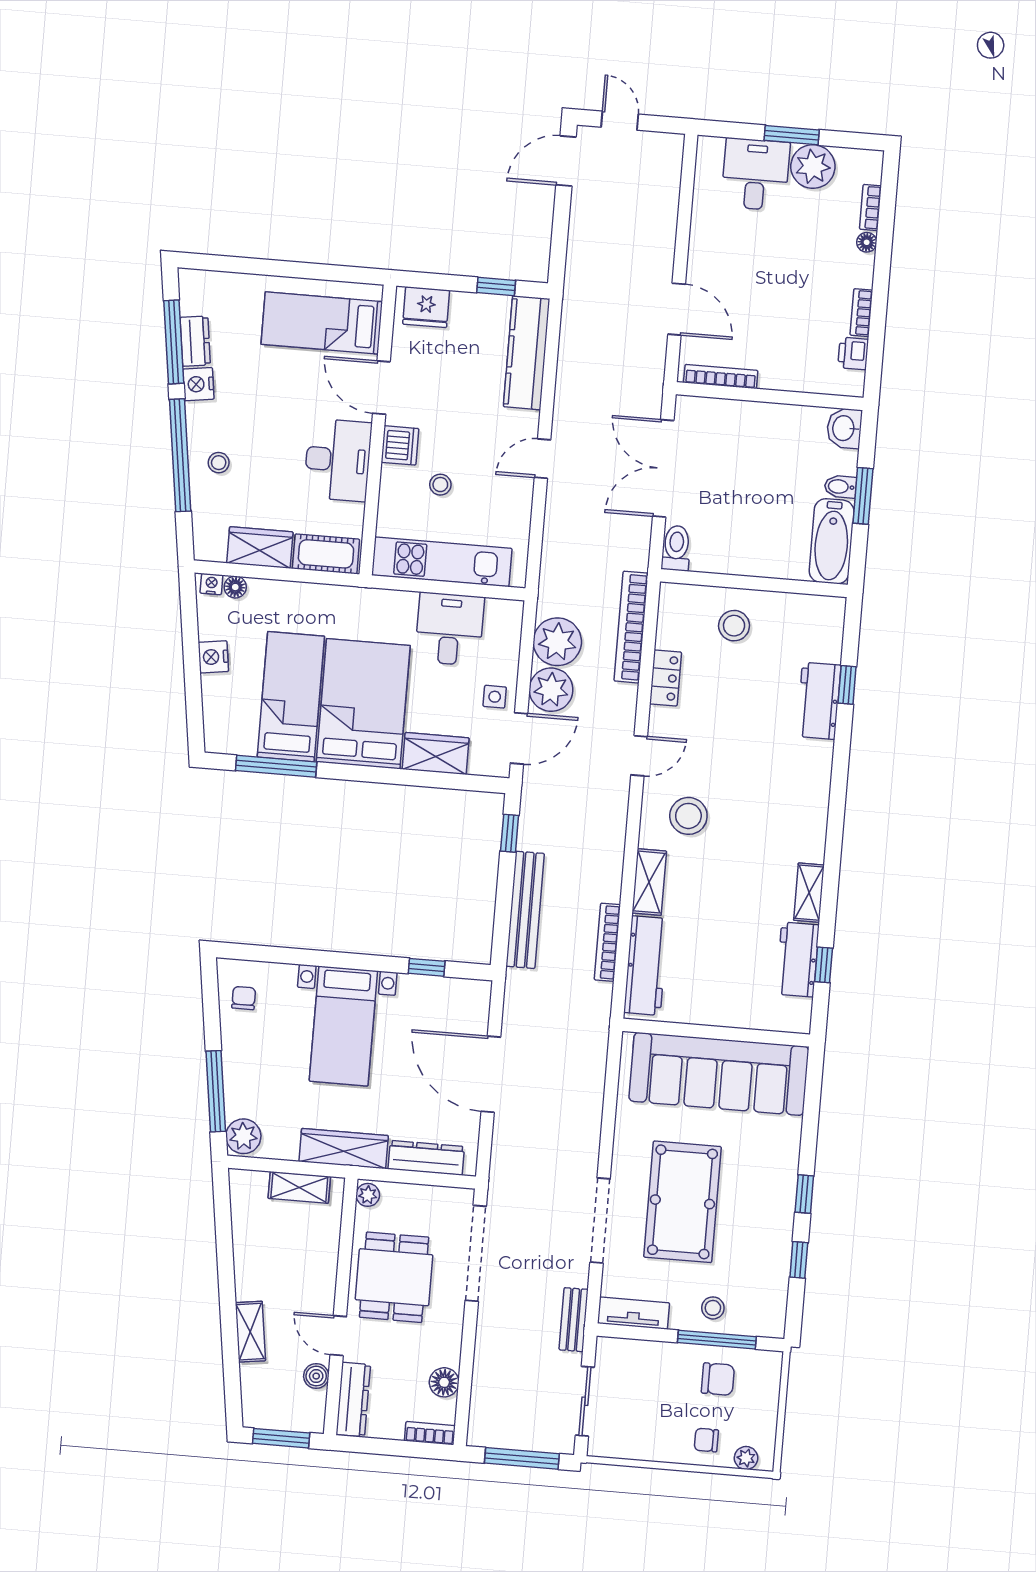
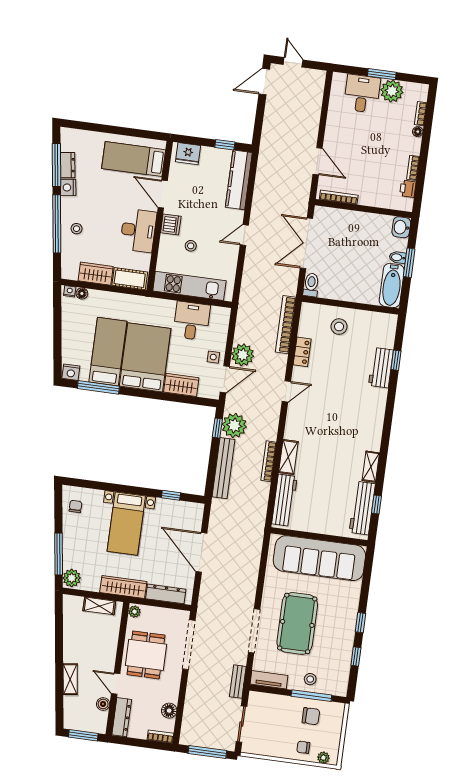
plant: (557, 642) -> (234, 426), moved
nightstand: (213, 657) -> (71, 372), moved, turned -82
stool: (688, 816) -> (310, 424), removed
bookcase: (607, 942) -> (269, 461), moved
workbench: (798, 960) -> (362, 508), width x1.38

